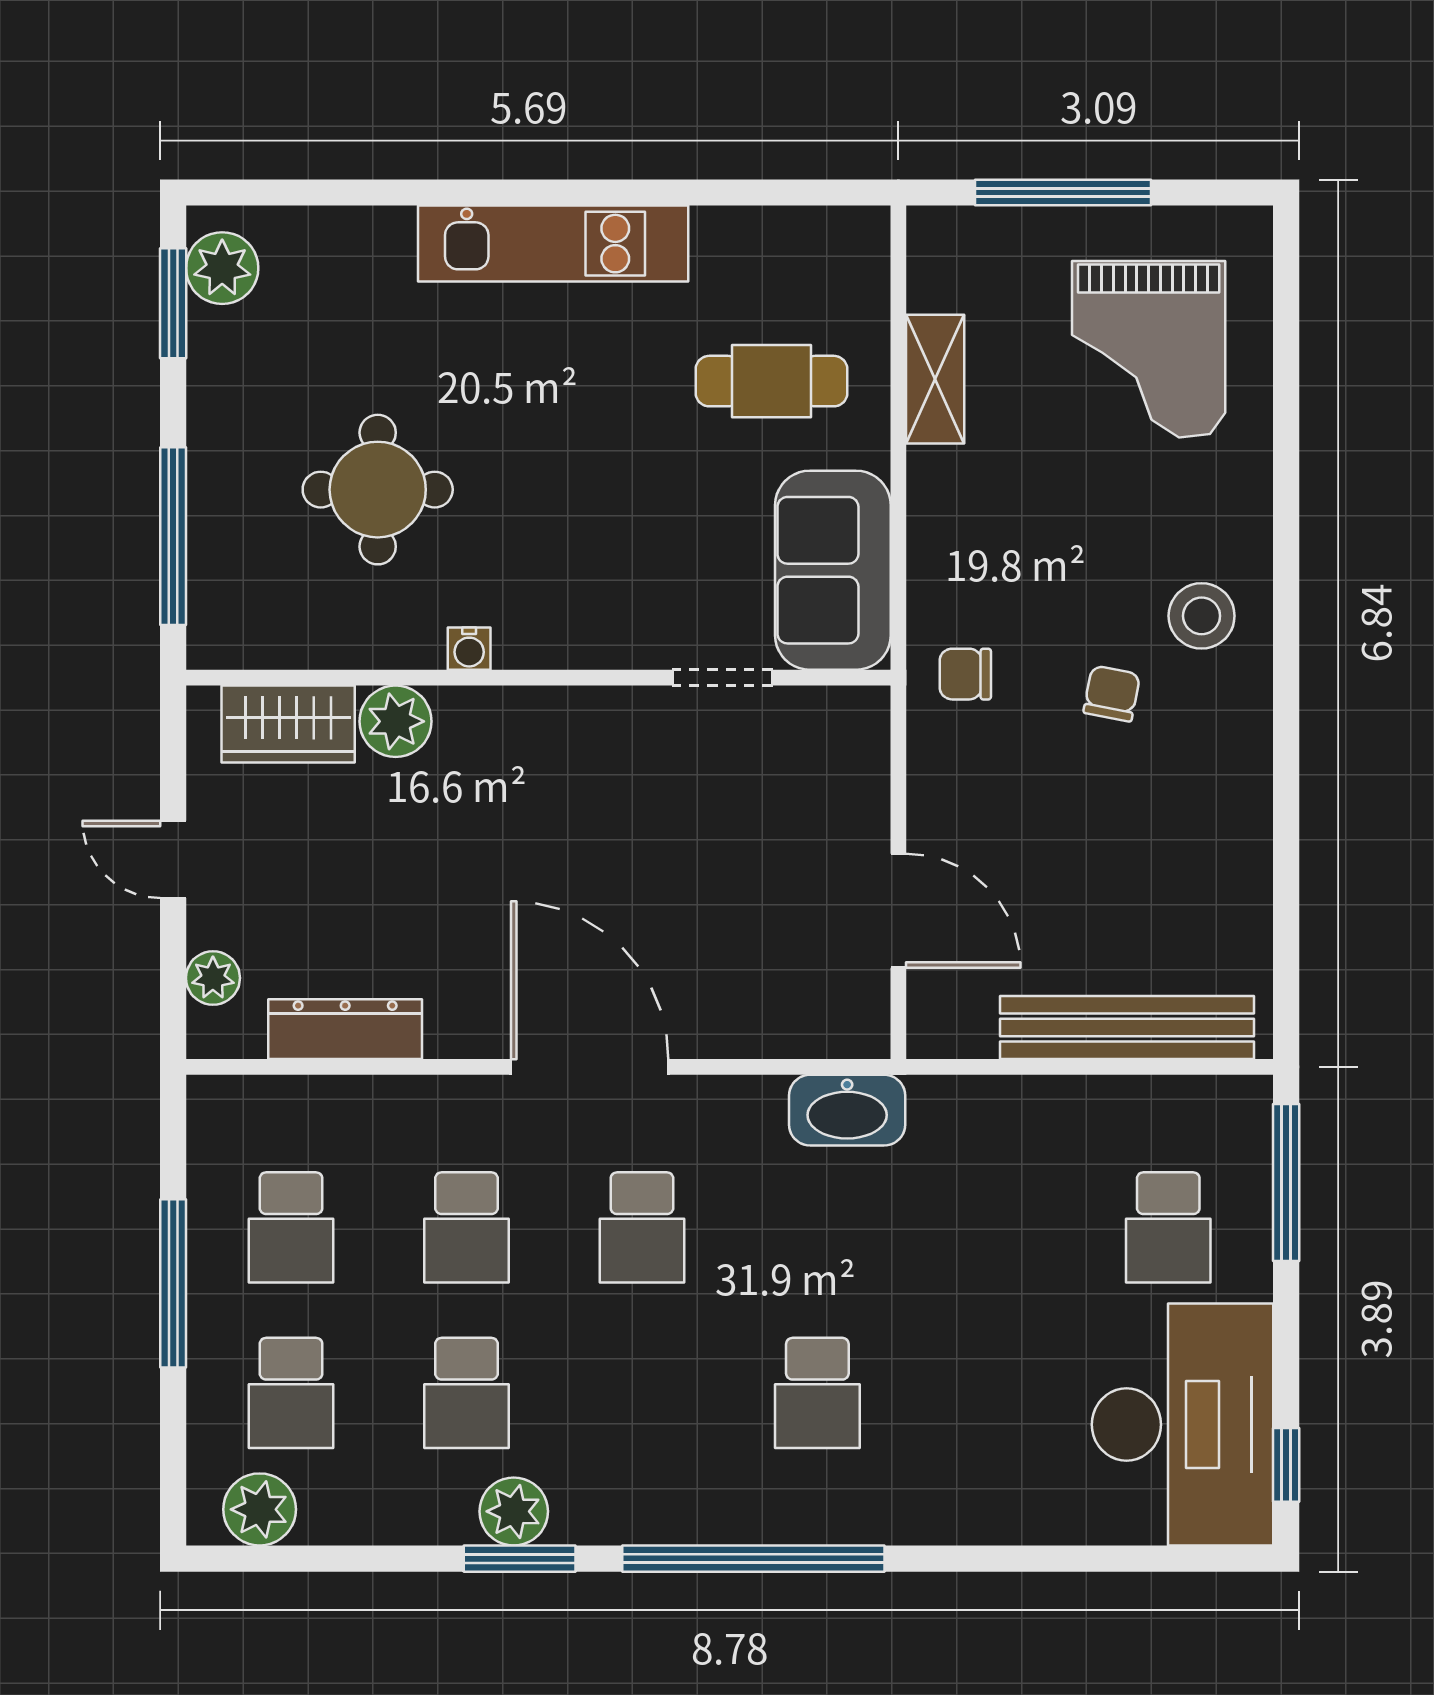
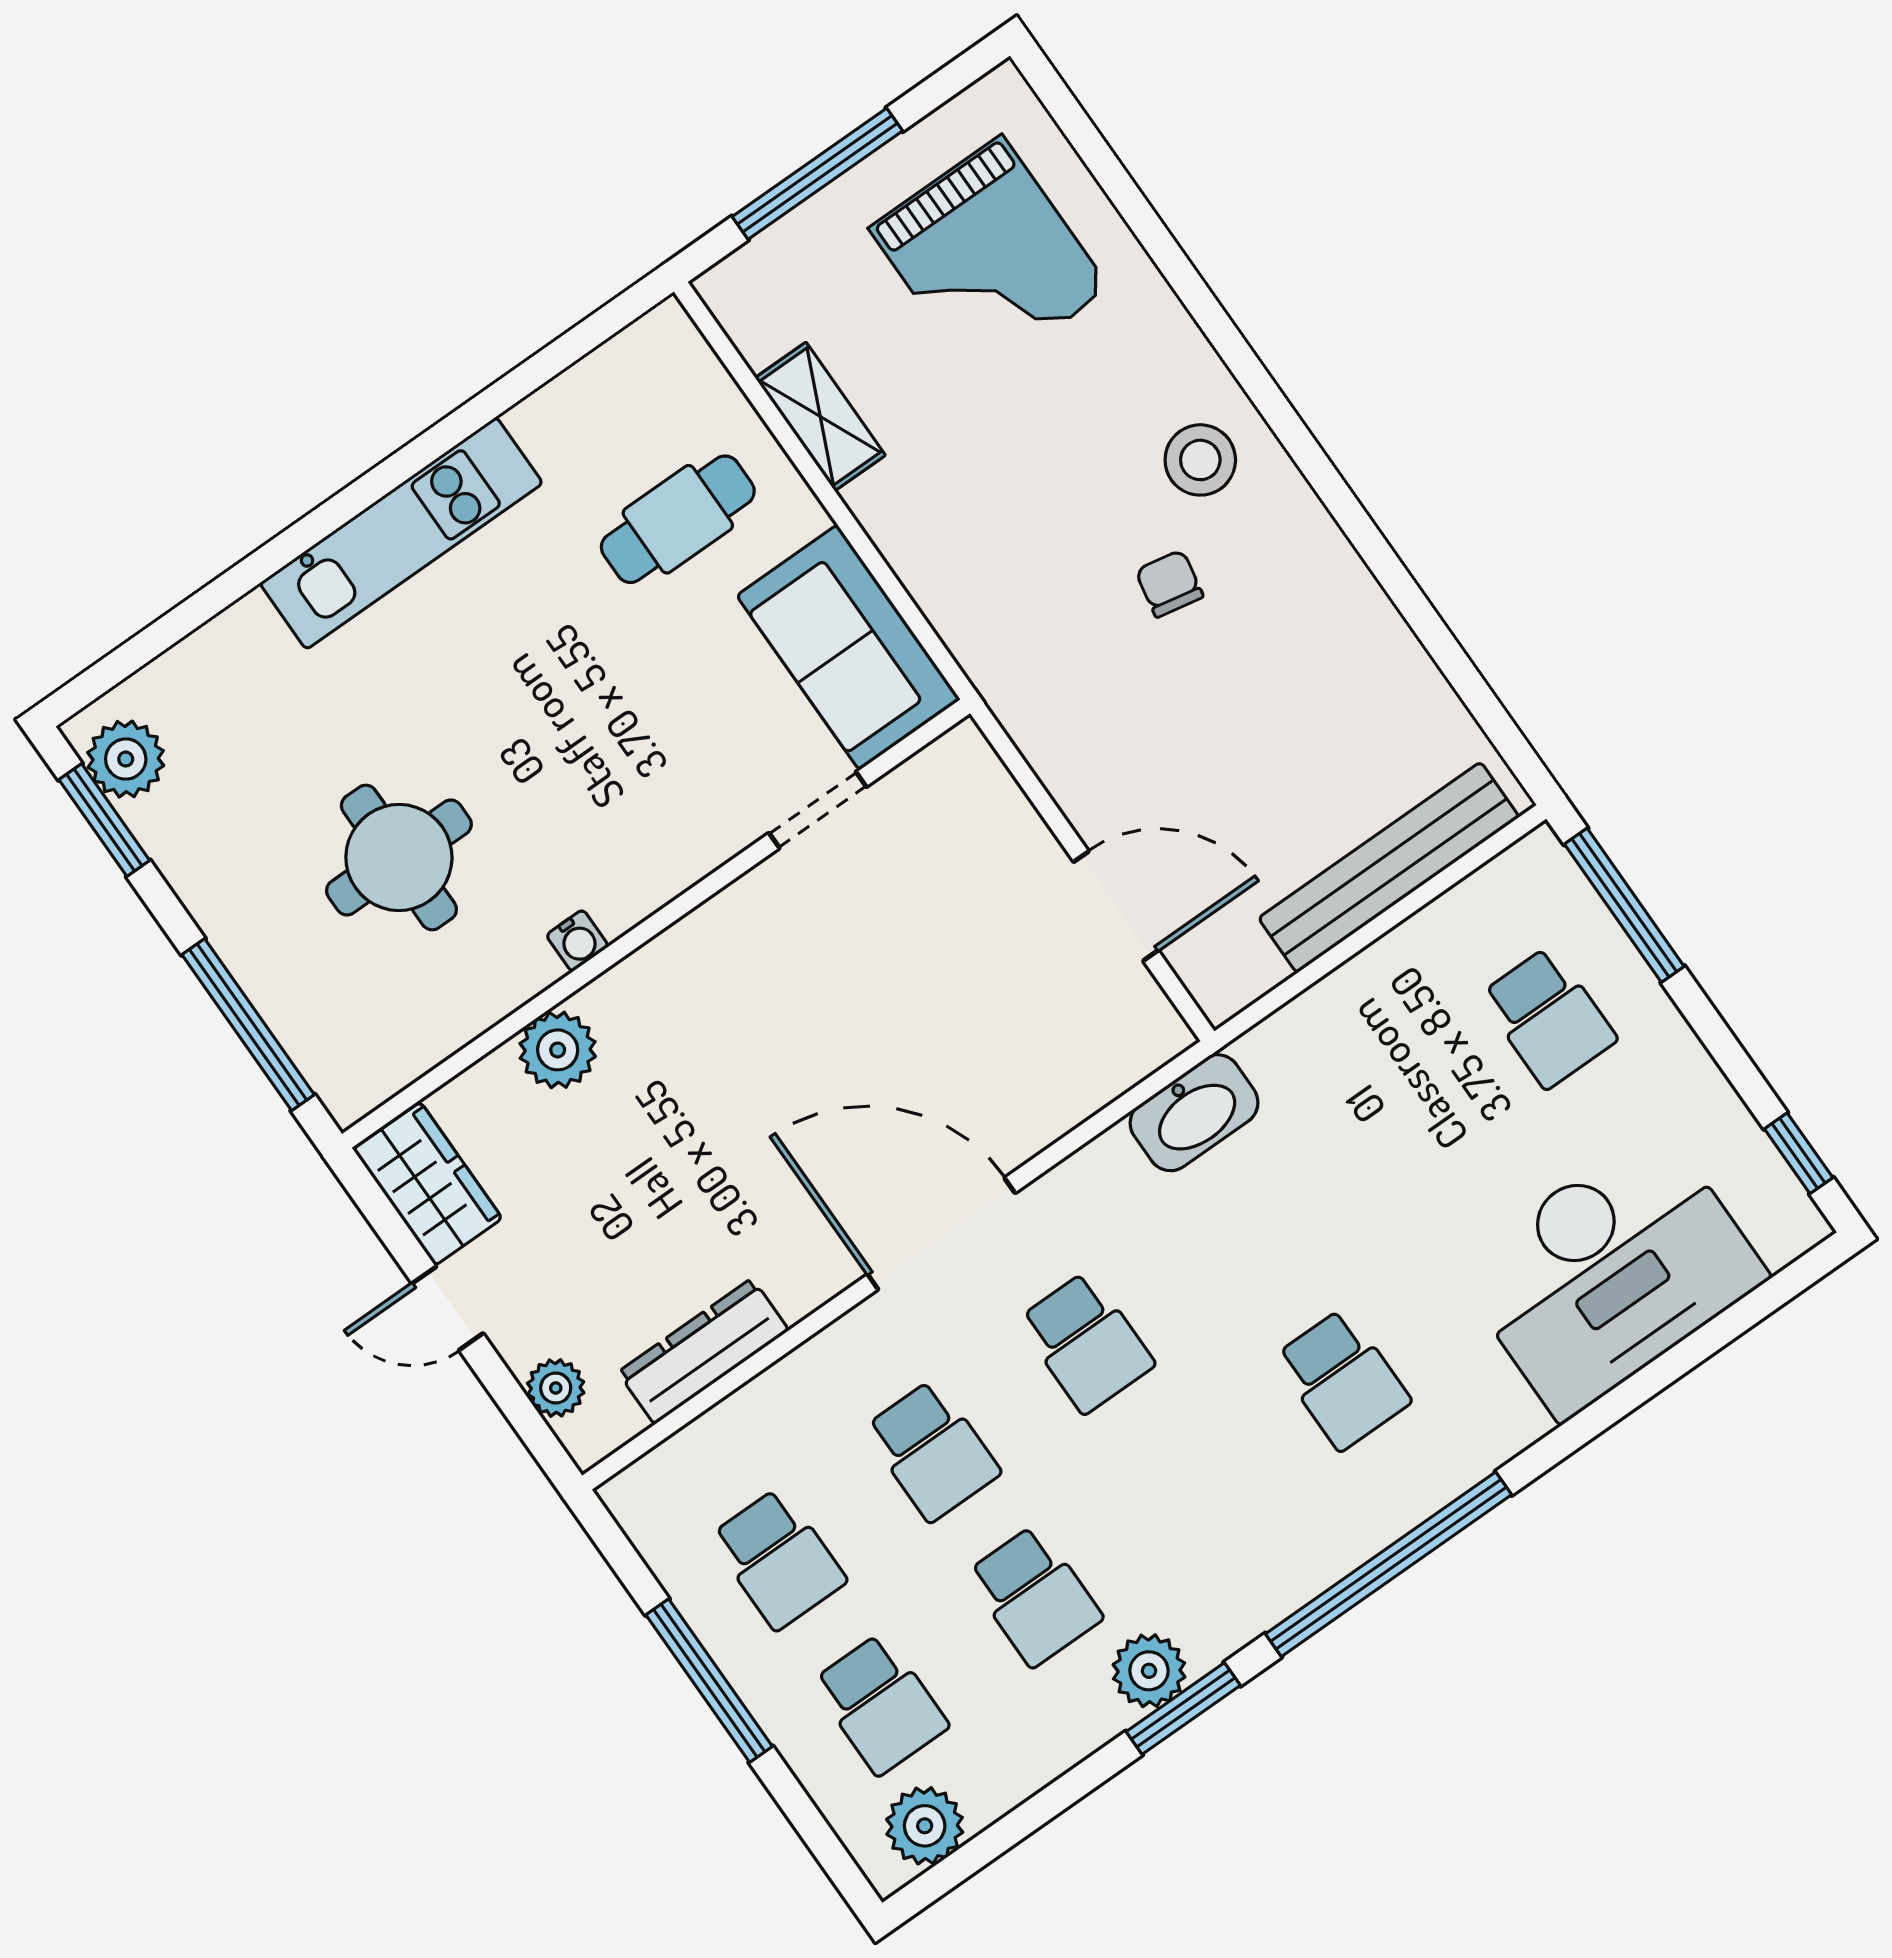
chair: (965, 674) -> (1029, 657), removed
wardrobe: (288, 724) -> (428, 1184), moved, turned -90
desk: (1183, 1425) -> (1611, 1272), moved, turned 90

